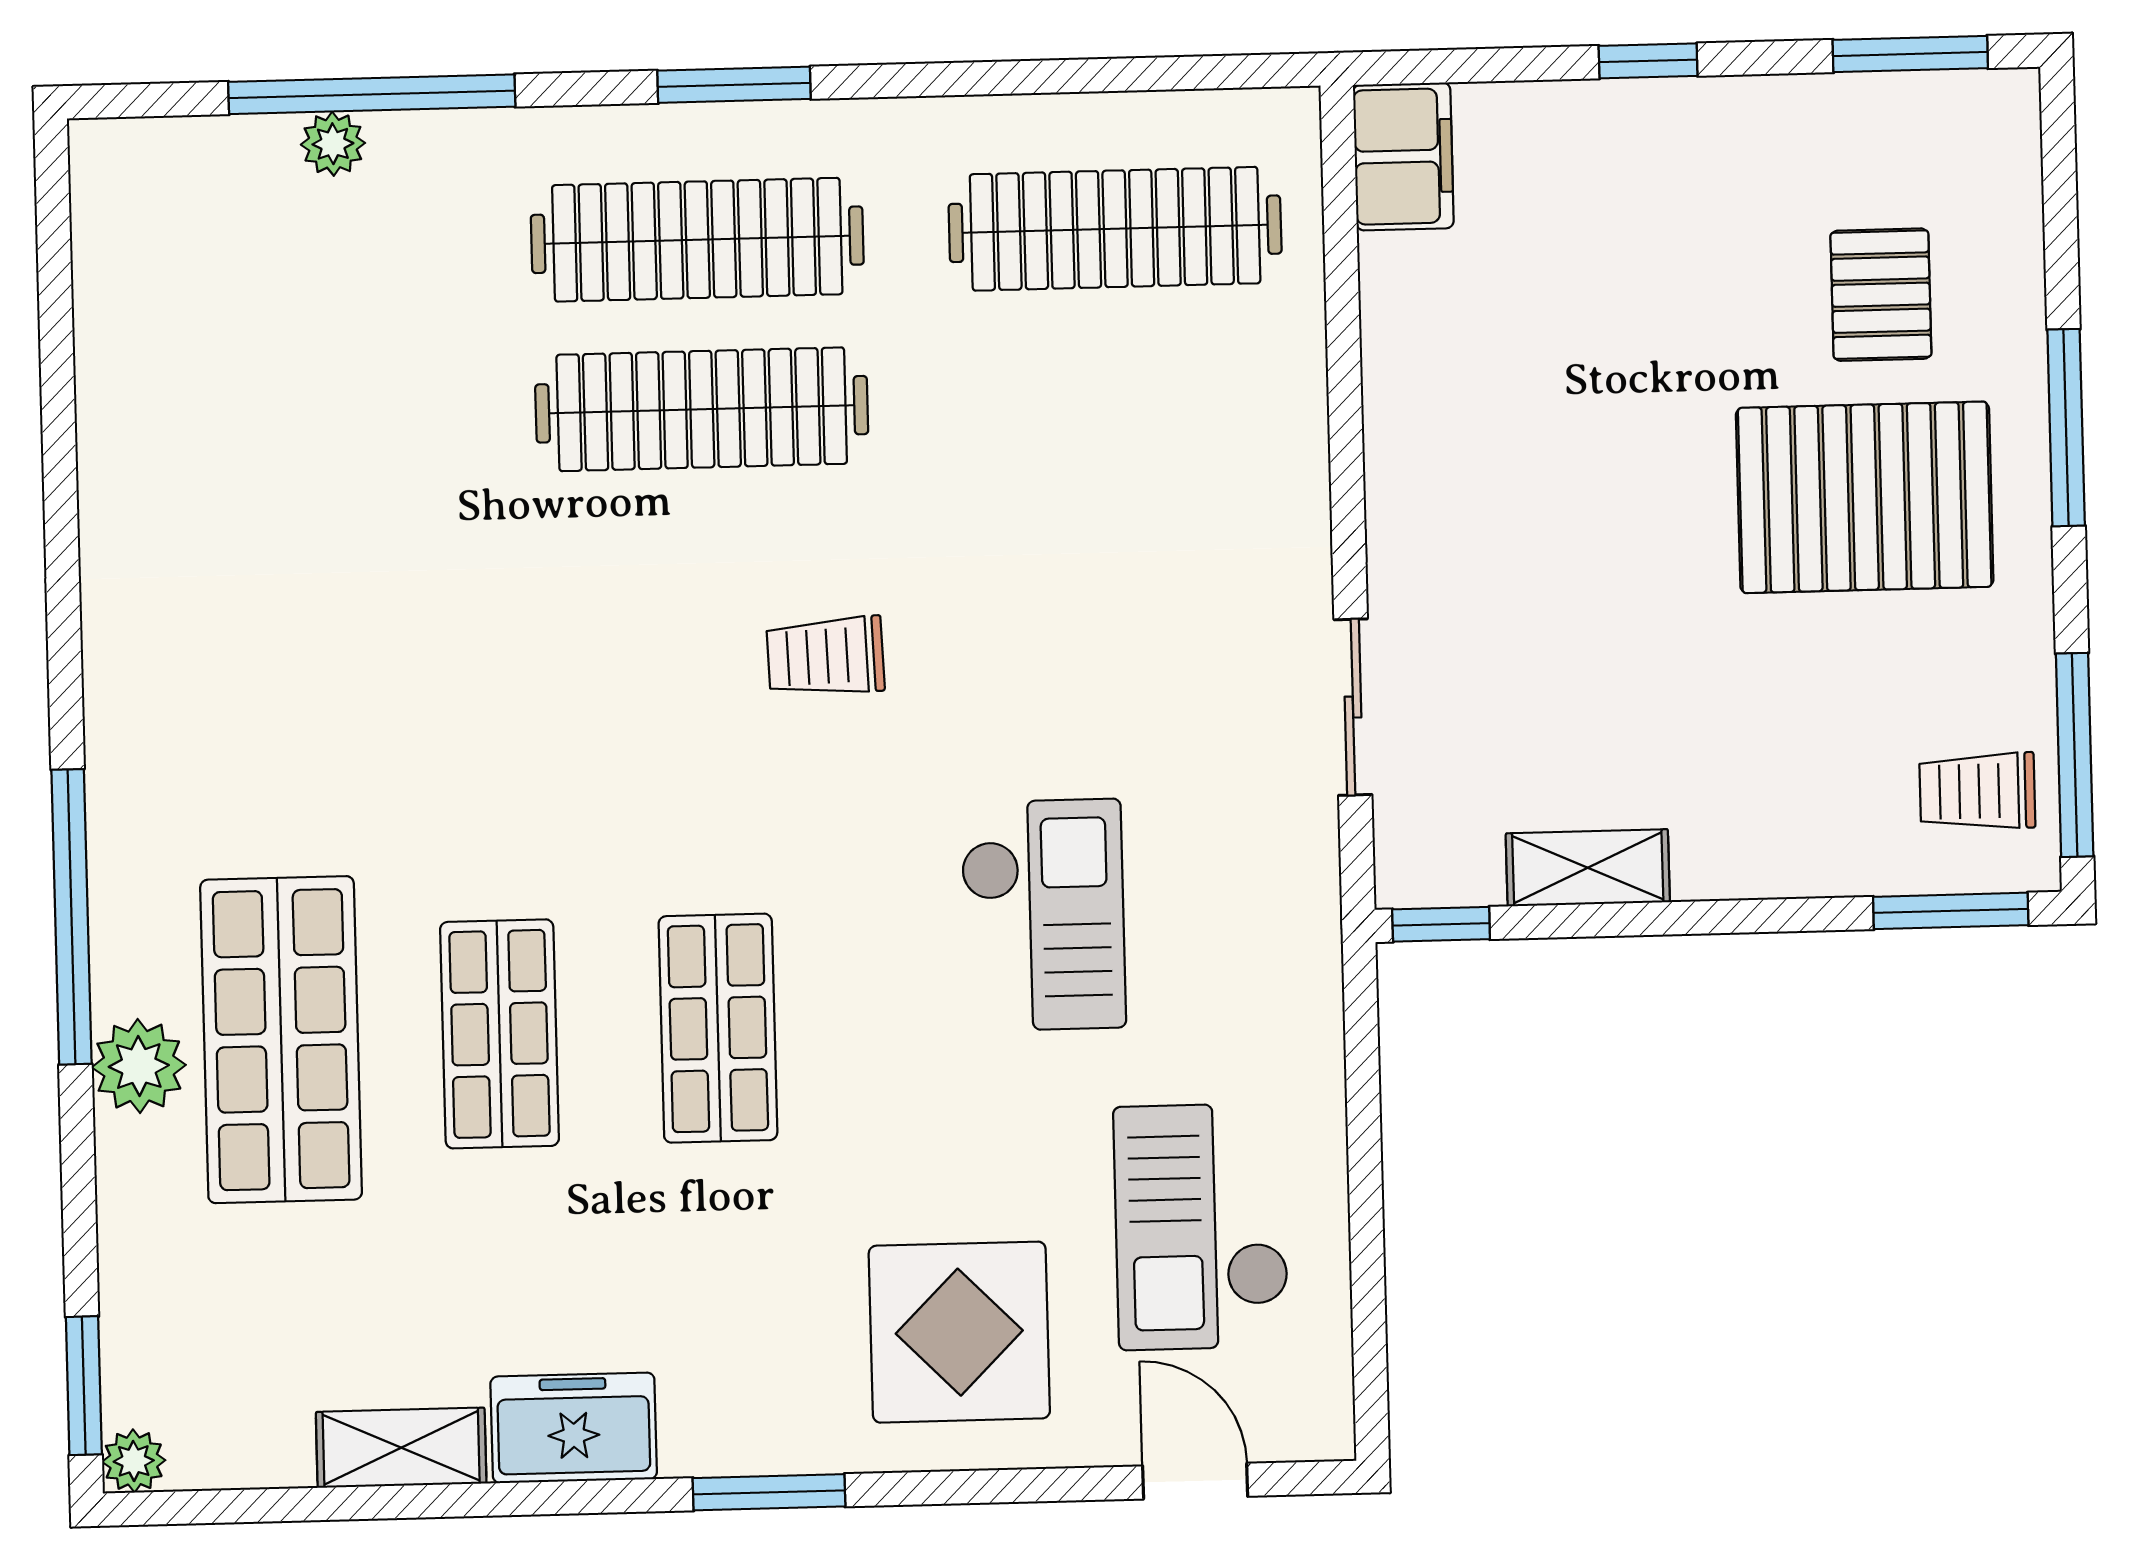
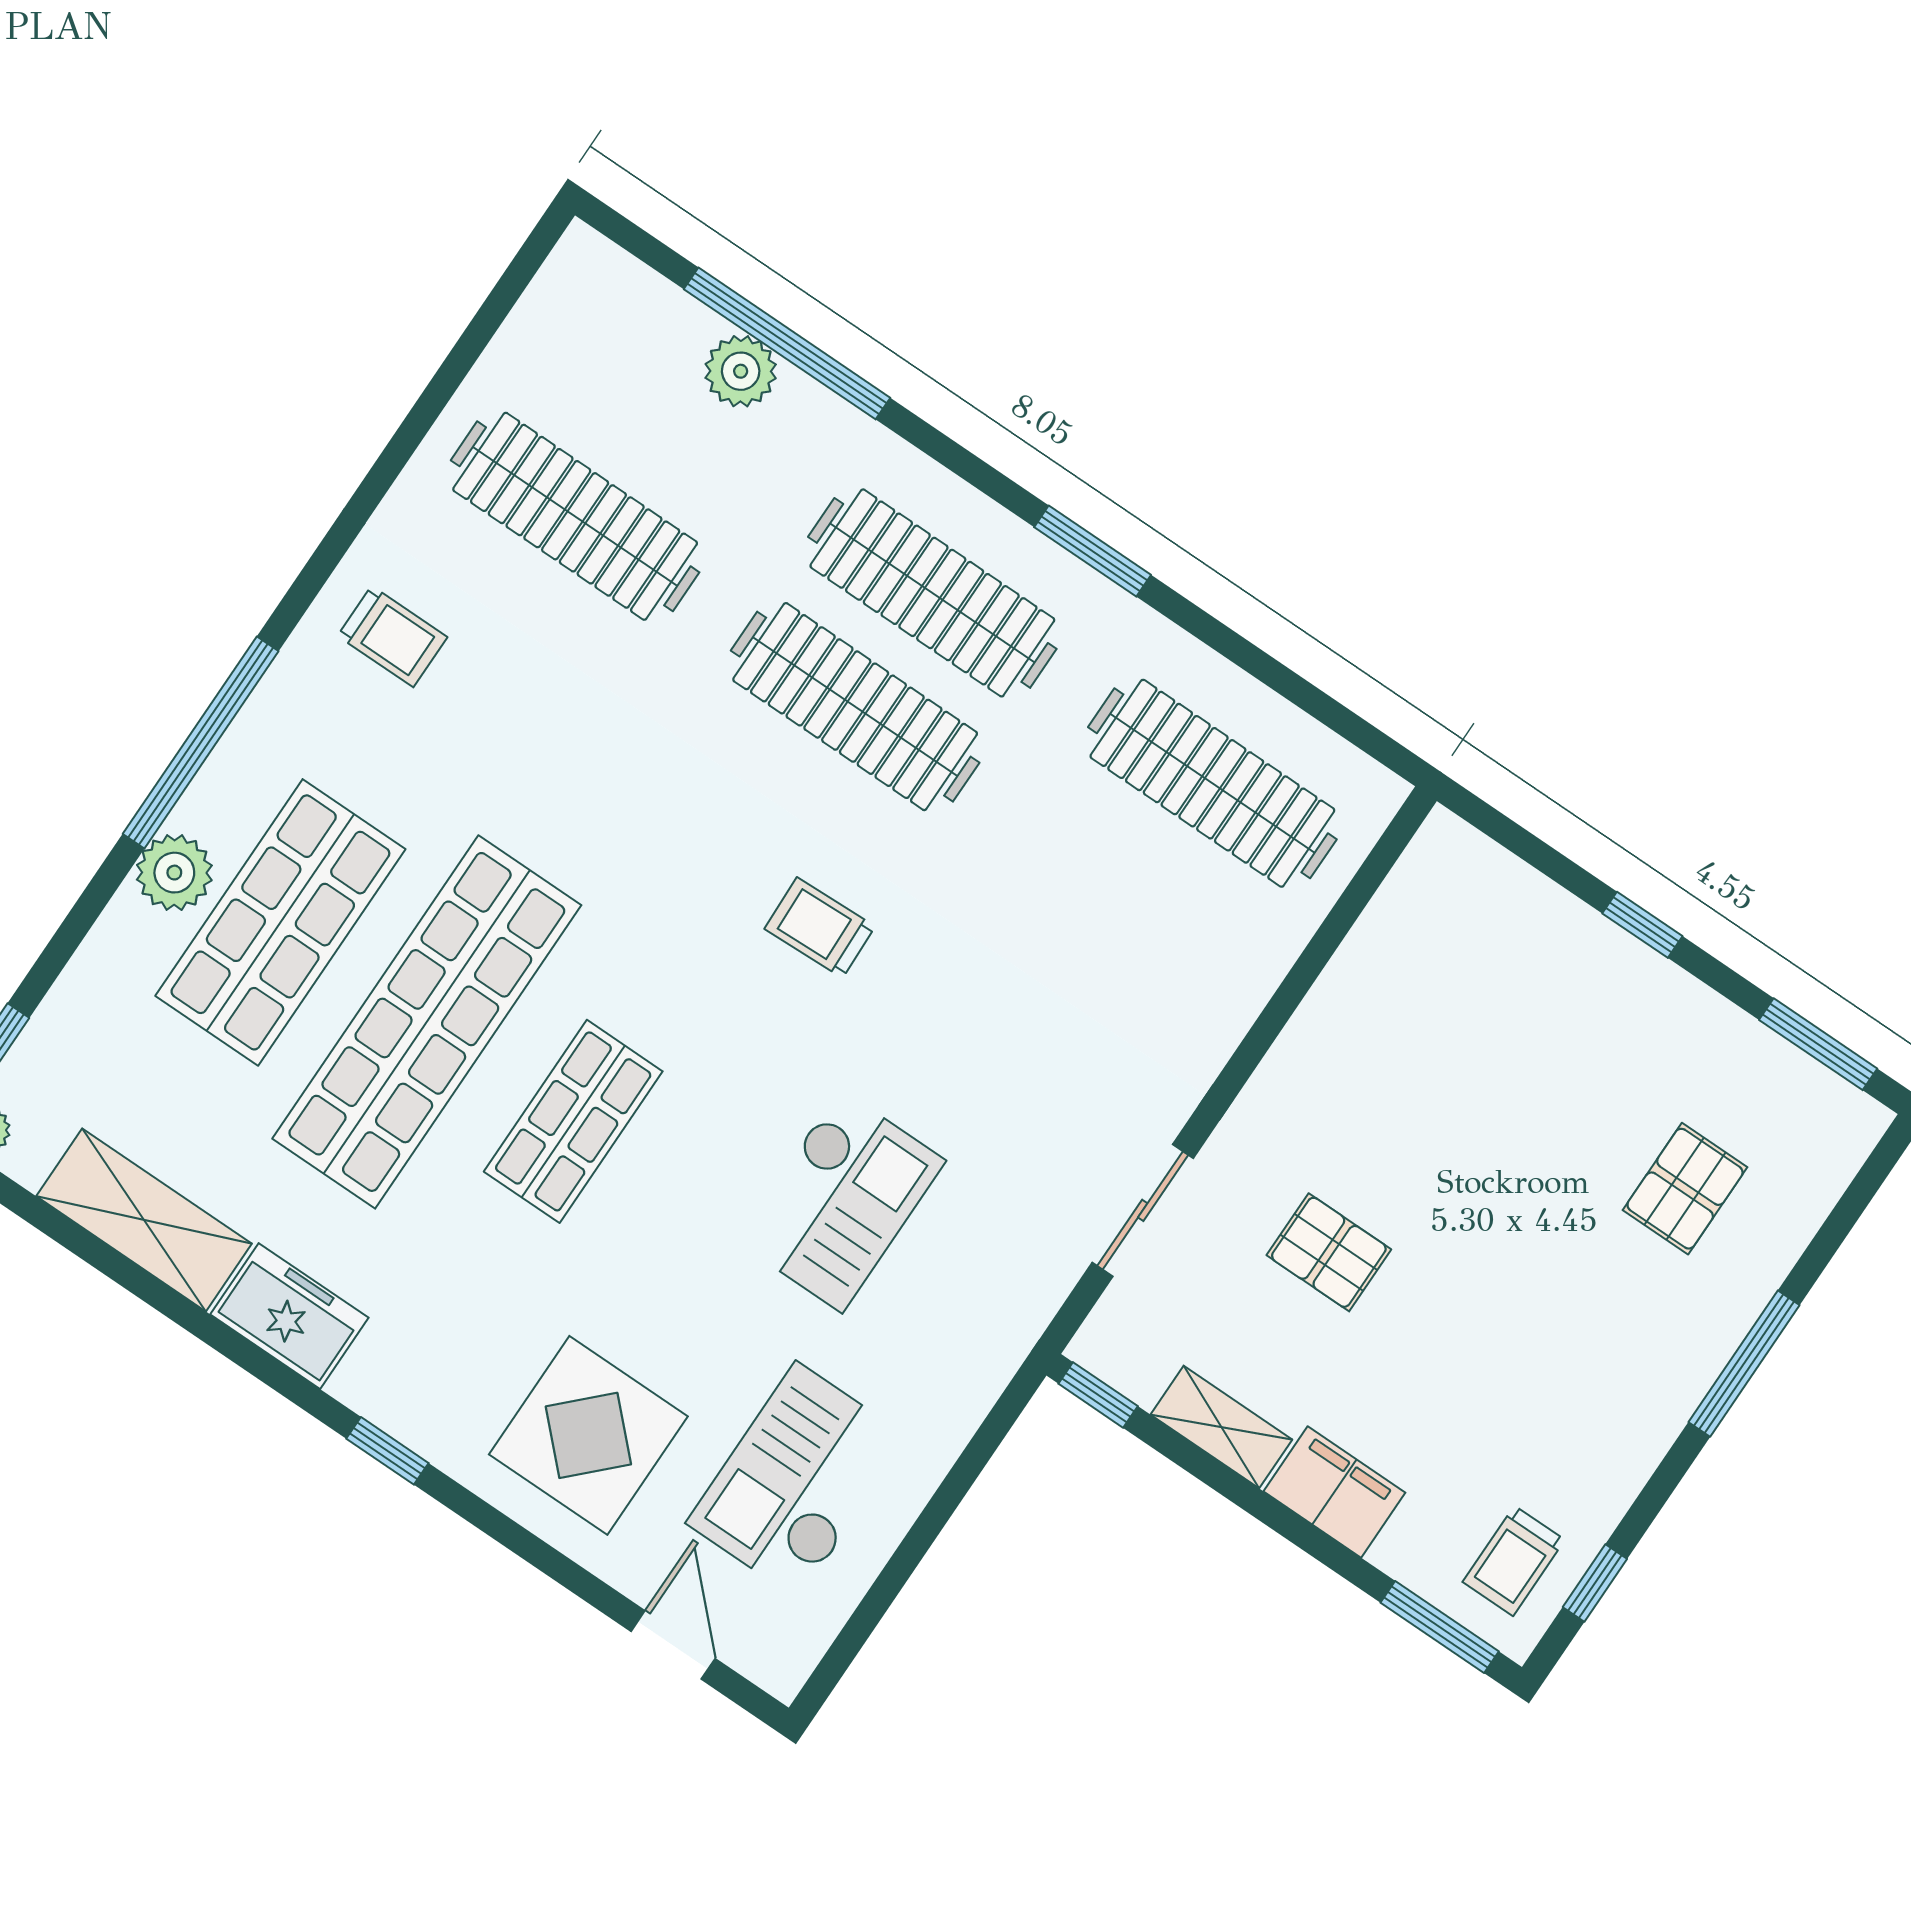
window: (734, 85) -> (1093, 551), moved
plant: (333, 144) -> (741, 371), width x1.38, depth x1.38
filing cabinet: (1403, 156) -> (1334, 1492), moved, turned -90
clothes rail: (284, 420) -> (575, 516), added
pallet: (1865, 497) -> (1329, 1252), moved, width x0.49, depth x0.50
trolley: (187, 672) -> (392, 636), added
window: (2075, 755) -> (1595, 1583), width x0.46
trolley: (1977, 791) -> (1514, 1561), turned -90
shop shelf: (499, 1034) -> (427, 1022), width x2.00, depth x1.36
shelving: (401, 1448) -> (144, 1220), width x1.50, depth x1.33
window: (769, 1492) -> (387, 1451), width x0.67

